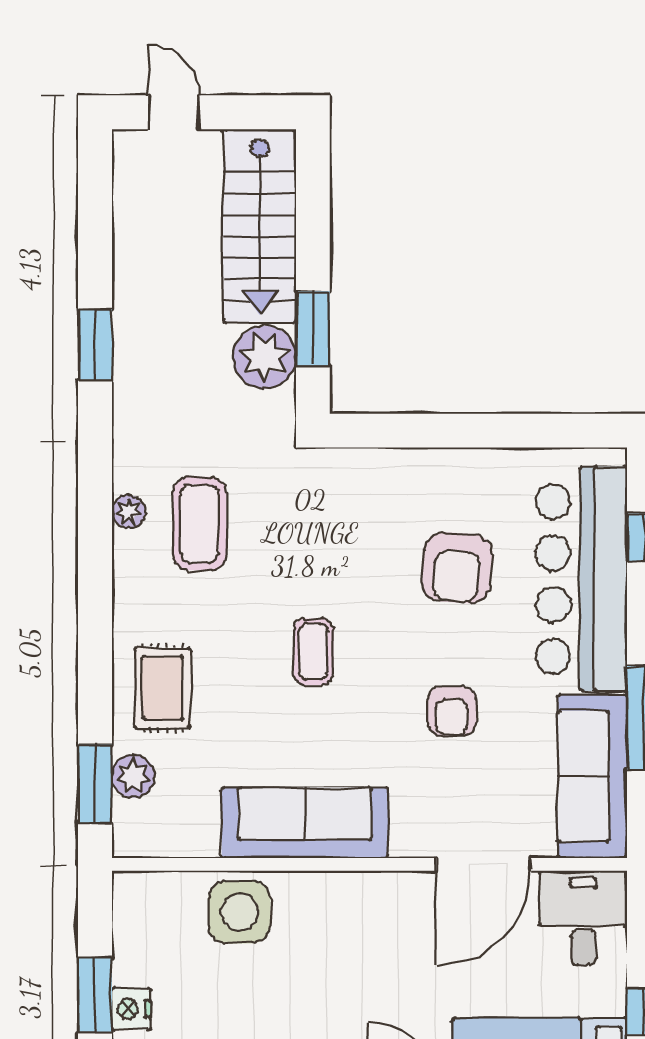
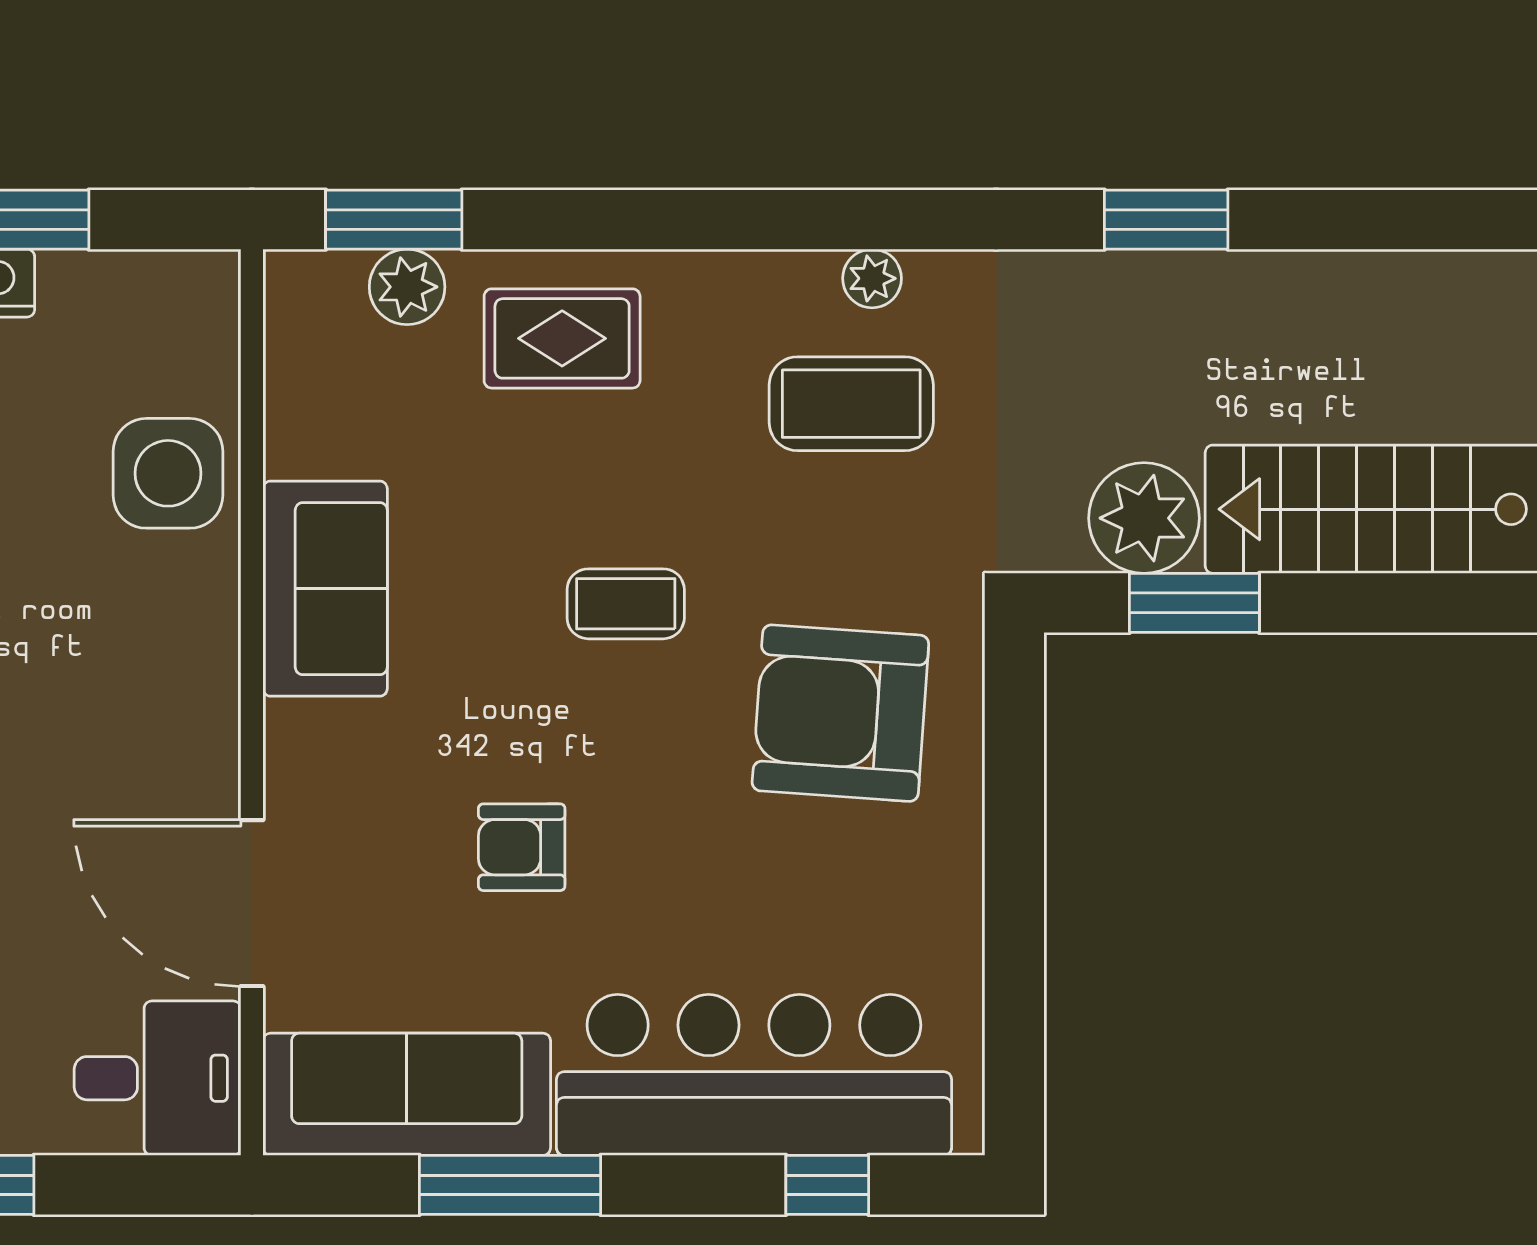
armchair: (457, 568) -> (840, 713), moved, width x1.36, depth x1.36
sofa: (305, 823) -> (325, 589), width x0.73

